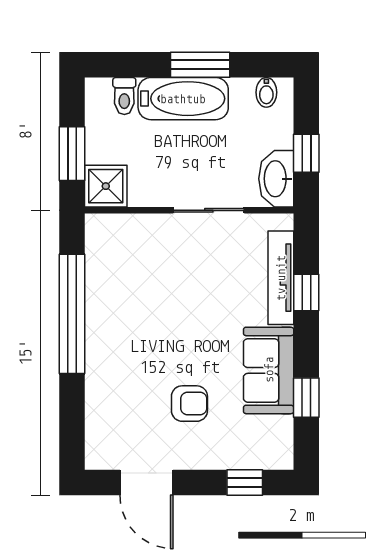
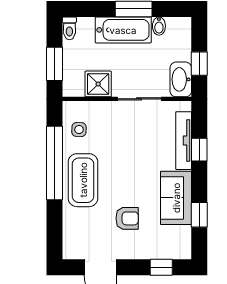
bidet: (266, 92) -> (159, 26), moved
toilet: (124, 96) -> (69, 28), moved
shower: (106, 186) -> (98, 84), moved
side table: (112, 260) -> (79, 130), added
coffee table: (118, 342) -> (83, 180), added

